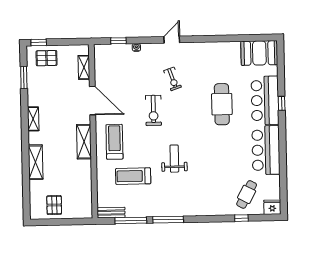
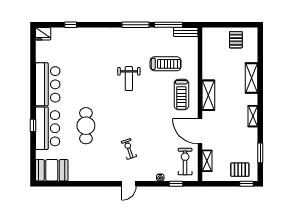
exercise bike: (153, 110) -> (185, 162), moved
cafe table: (247, 194) -> (66, 46), removed

